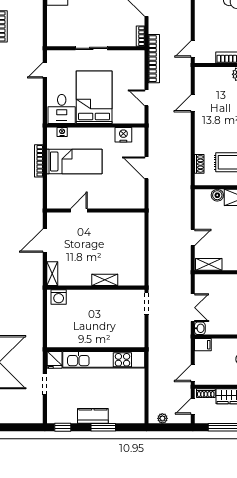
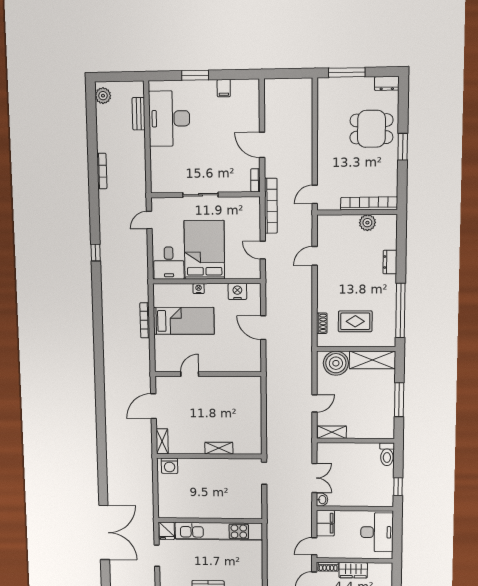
nightstand: (62, 132) -> (199, 289), moved
boiler: (217, 195) -> (336, 363), width x1.86, depth x1.86
filing cabinet: (203, 345) -> (325, 523), width x2.00

